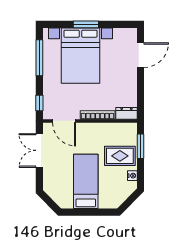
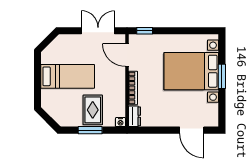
window: (39, 58) -> (189, 31), removed
door: (64, 121) -> (127, 55), hinge flipped
window: (140, 146) -> (90, 130), moved
nightstand: (132, 176) -> (120, 122), moved

